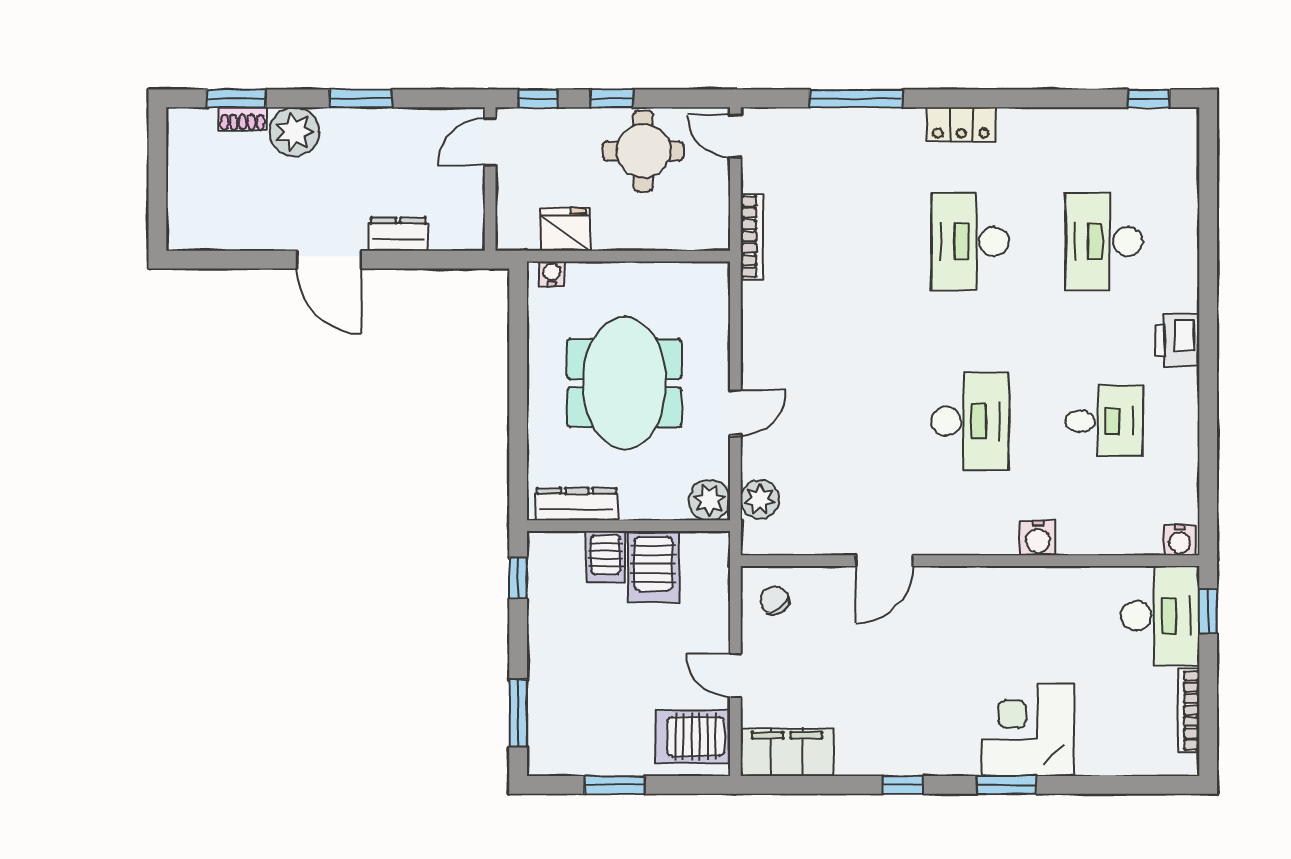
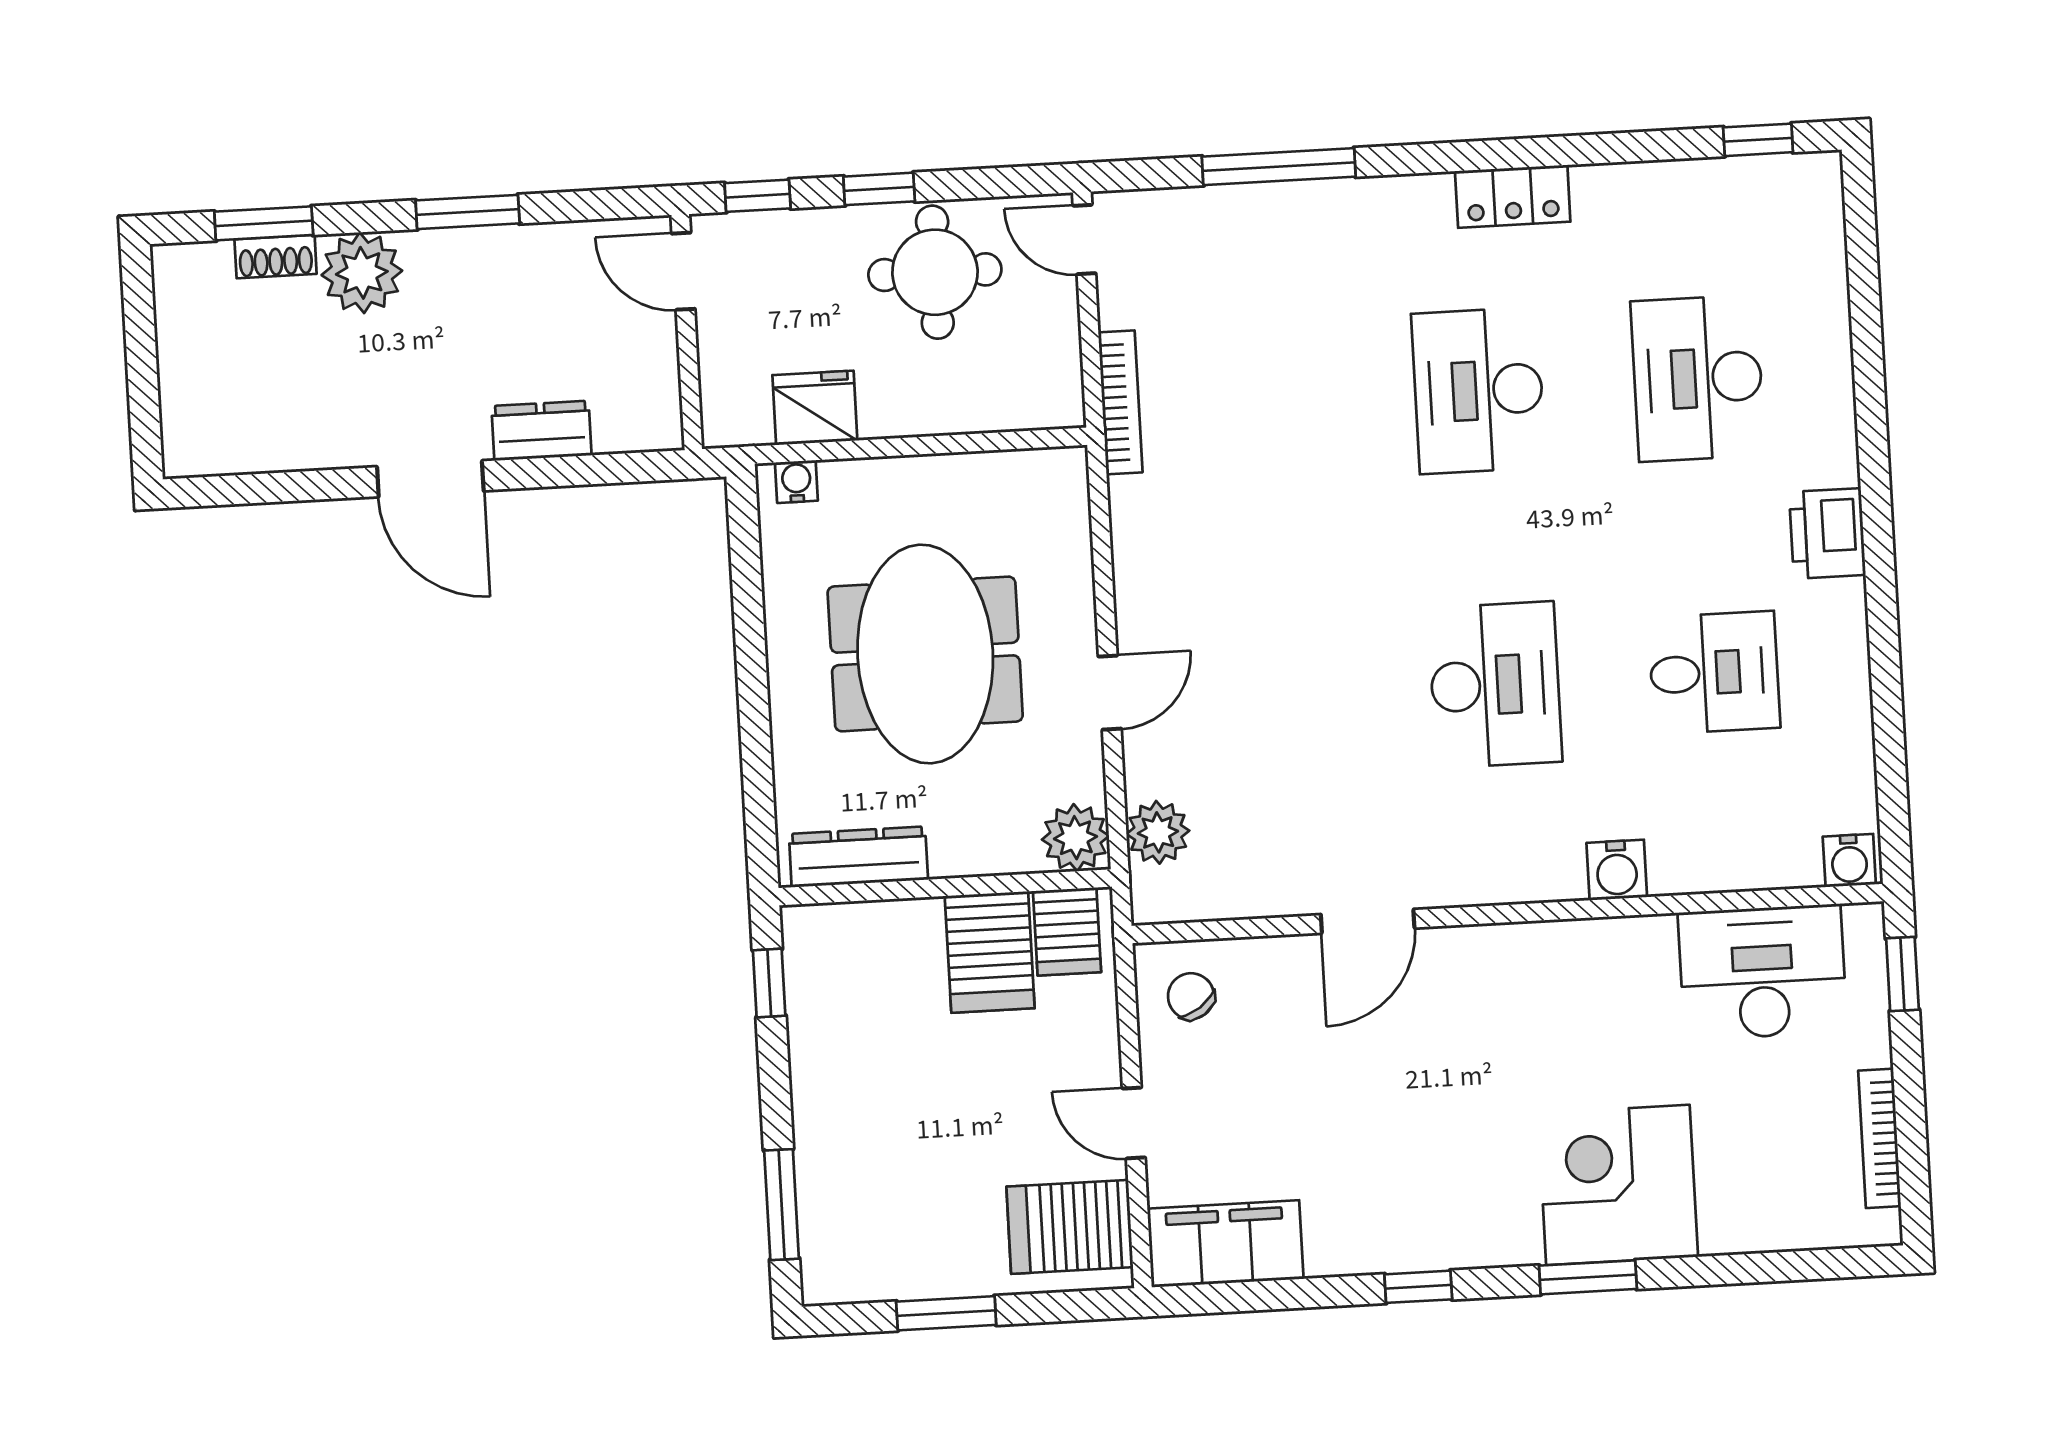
locker: (961, 125) -> (1513, 196), moved
door: (490, 142) -> (683, 271), hinge flipped
server rack: (606, 557) -> (1067, 932), moved
desk: (1160, 616) -> (1763, 972), moved, turned -90

